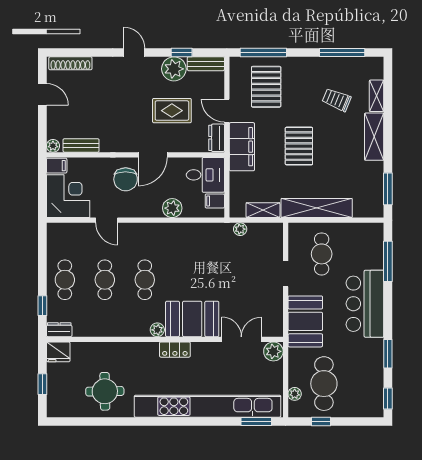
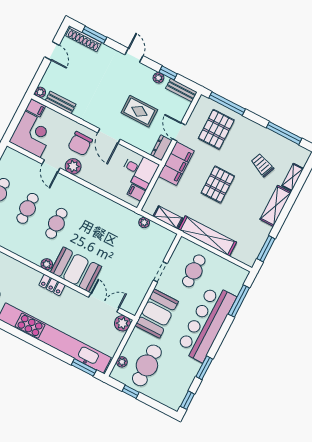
window: (80, 52) -> (94, 35), added
plant: (174, 69) -> (158, 78), width x0.53, depth x0.53
door: (153, 155) -> (109, 136), hinge flipped
plant: (172, 208) -> (73, 166), moved
bar counter: (365, 304) -> (206, 323), width x1.36

